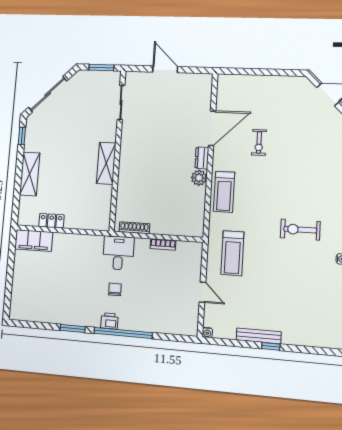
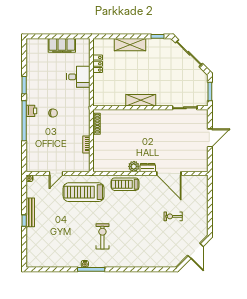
exercise bike: (259, 142) -> (173, 216), moved
filing cabinet: (34, 241) -> (62, 45), moved, turned -90
desk: (118, 253) -> (78, 77), moved
treadmill: (232, 253) -> (84, 192), width x1.37, depth x1.38

